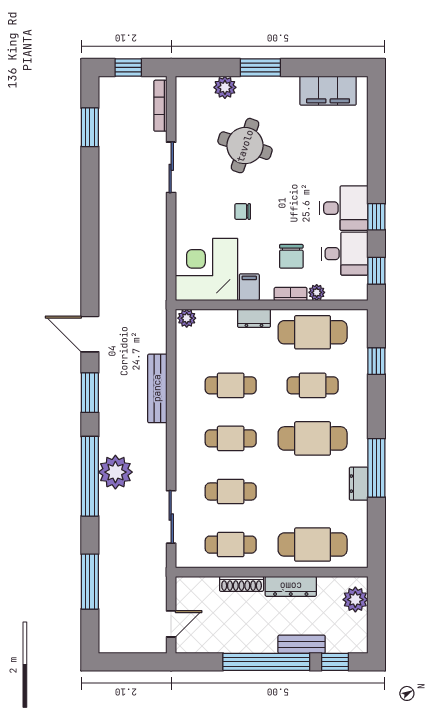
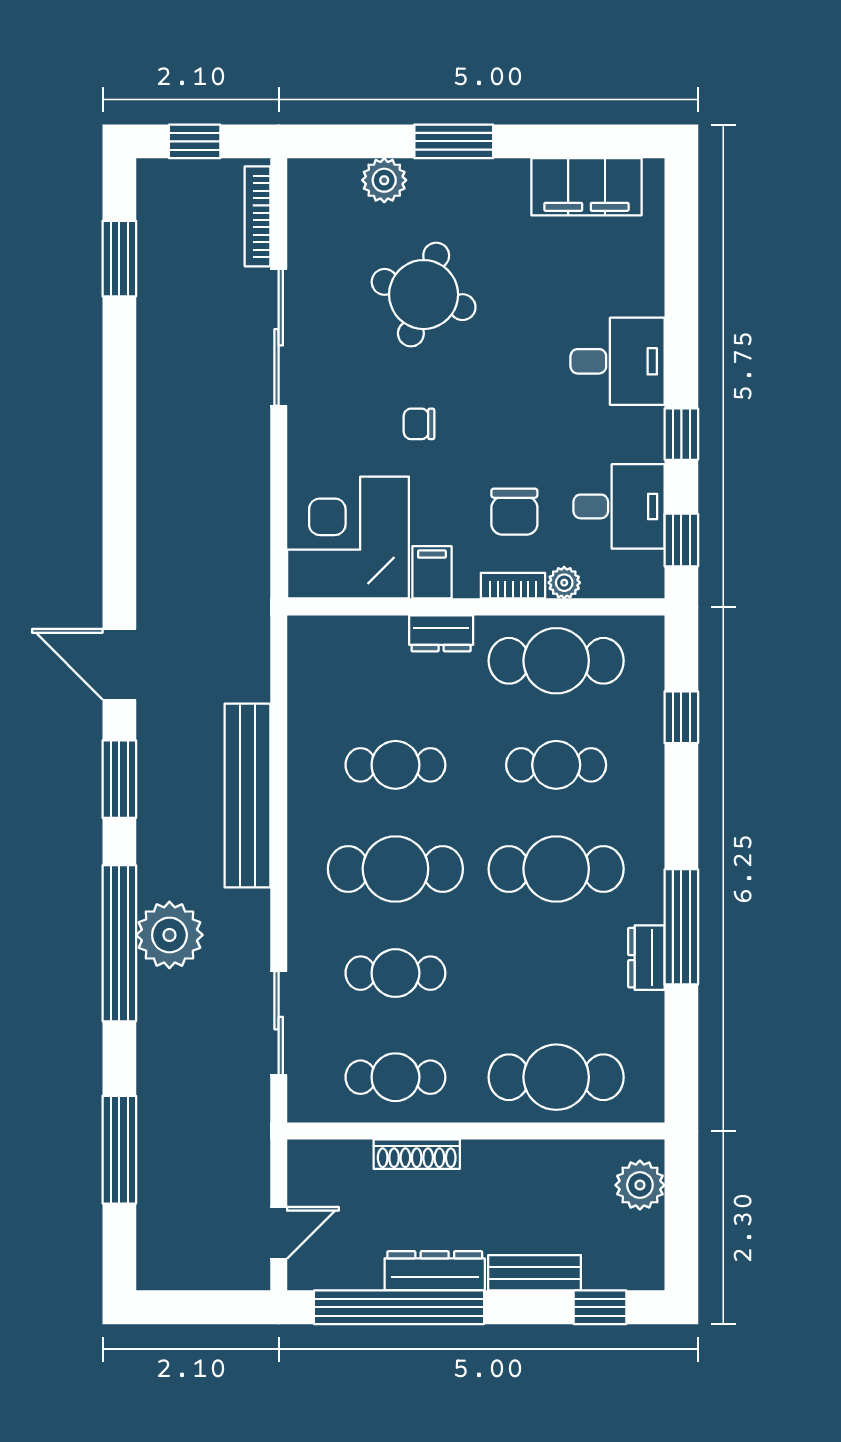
sliding door: (171, 167) -> (279, 337), width x1.37
desk: (344, 208) -> (617, 361), moved
plant: (187, 318) -> (309, 633), removed
bench: (157, 388) -> (247, 796), width x1.37, depth x1.21
cafe table: (231, 438) -> (395, 869), width x1.37, depth x1.35
dresser: (291, 586) -> (435, 1271), moved, turned 180
window: (266, 662) -> (399, 1307), moved

